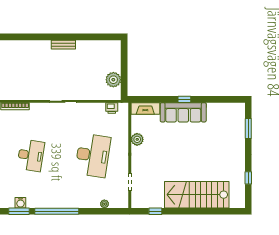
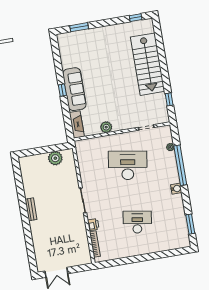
printer: (112, 108) -> (93, 225), moved
window: (248, 178) -> (136, 18), moved
water cooler: (20, 203) -> (176, 189), moved
window: (57, 211) -> (180, 165), moved

